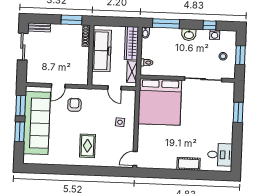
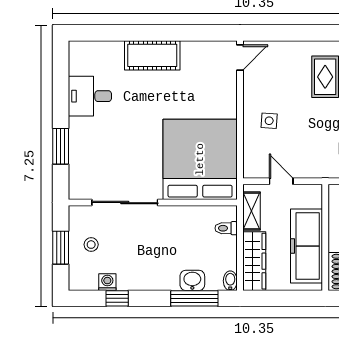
washbasin: (189, 35) -> (192, 280), moved
desk: (220, 155) -> (90, 96), moved
cot: (189, 164) -> (152, 55), width x1.37, depth x1.34

